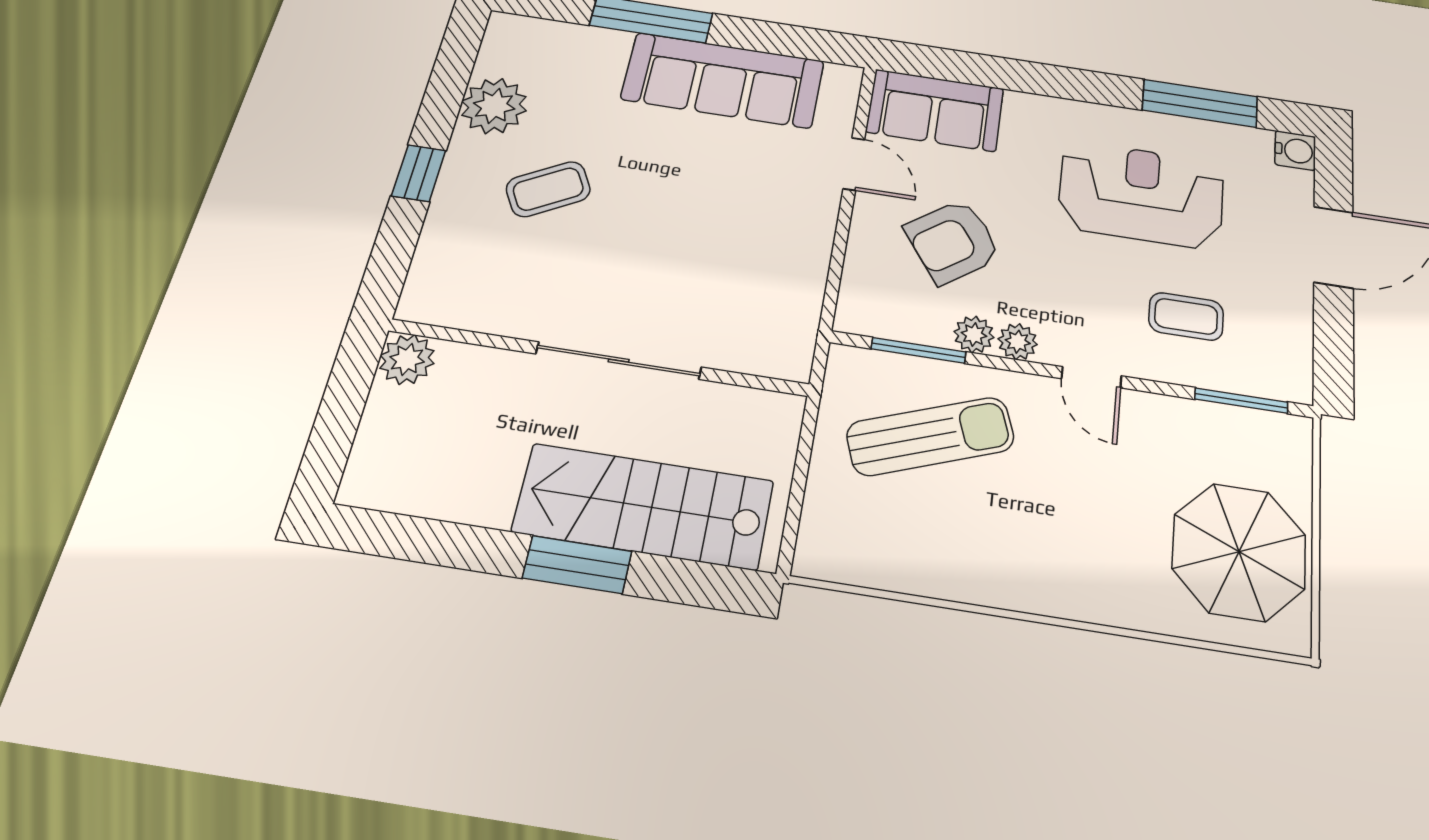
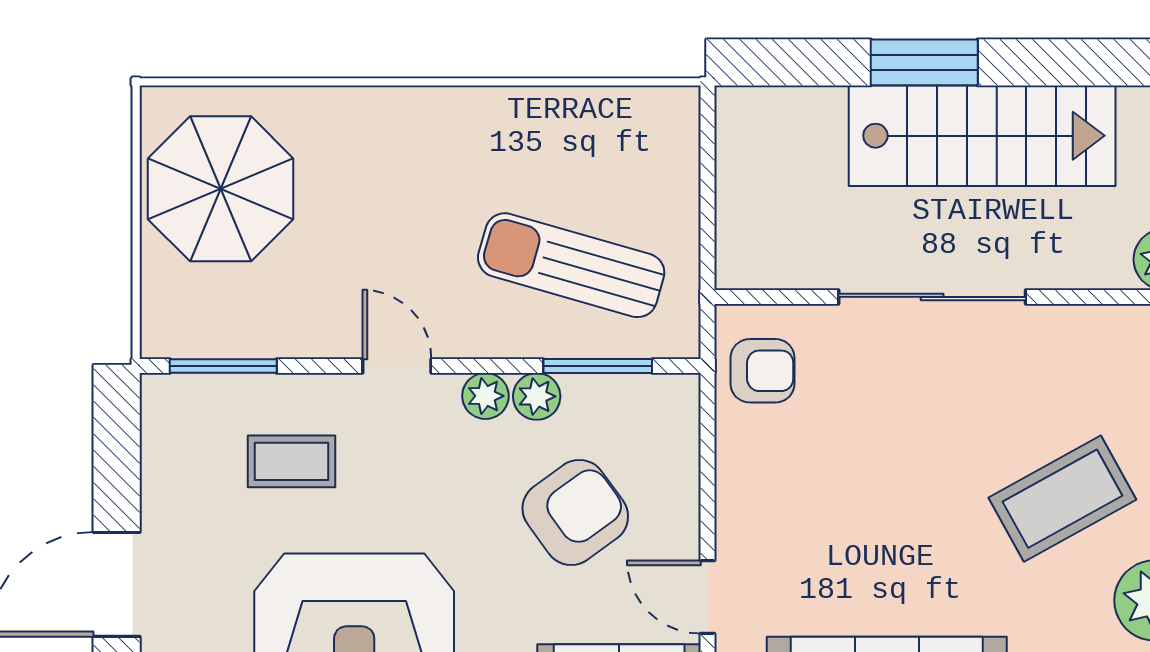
coffee table: (548, 189) -> (1062, 499), width x1.36, depth x1.30
armchair: (778, 325) -> (763, 371), added
sun lounger: (931, 436) -> (571, 265), turned 36
stairs: (644, 506) -> (982, 136), moved

